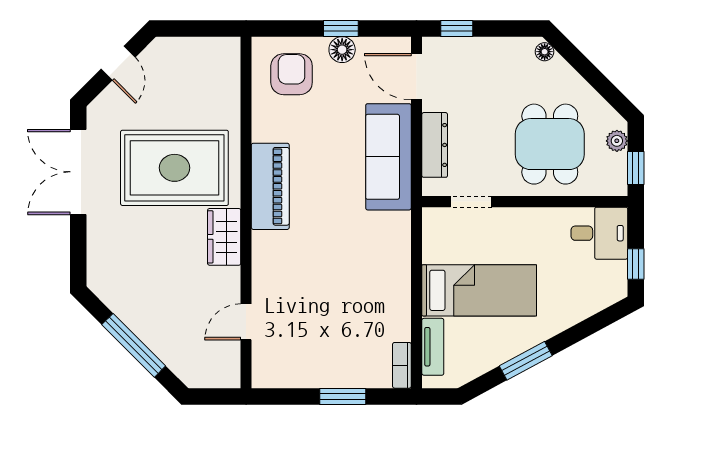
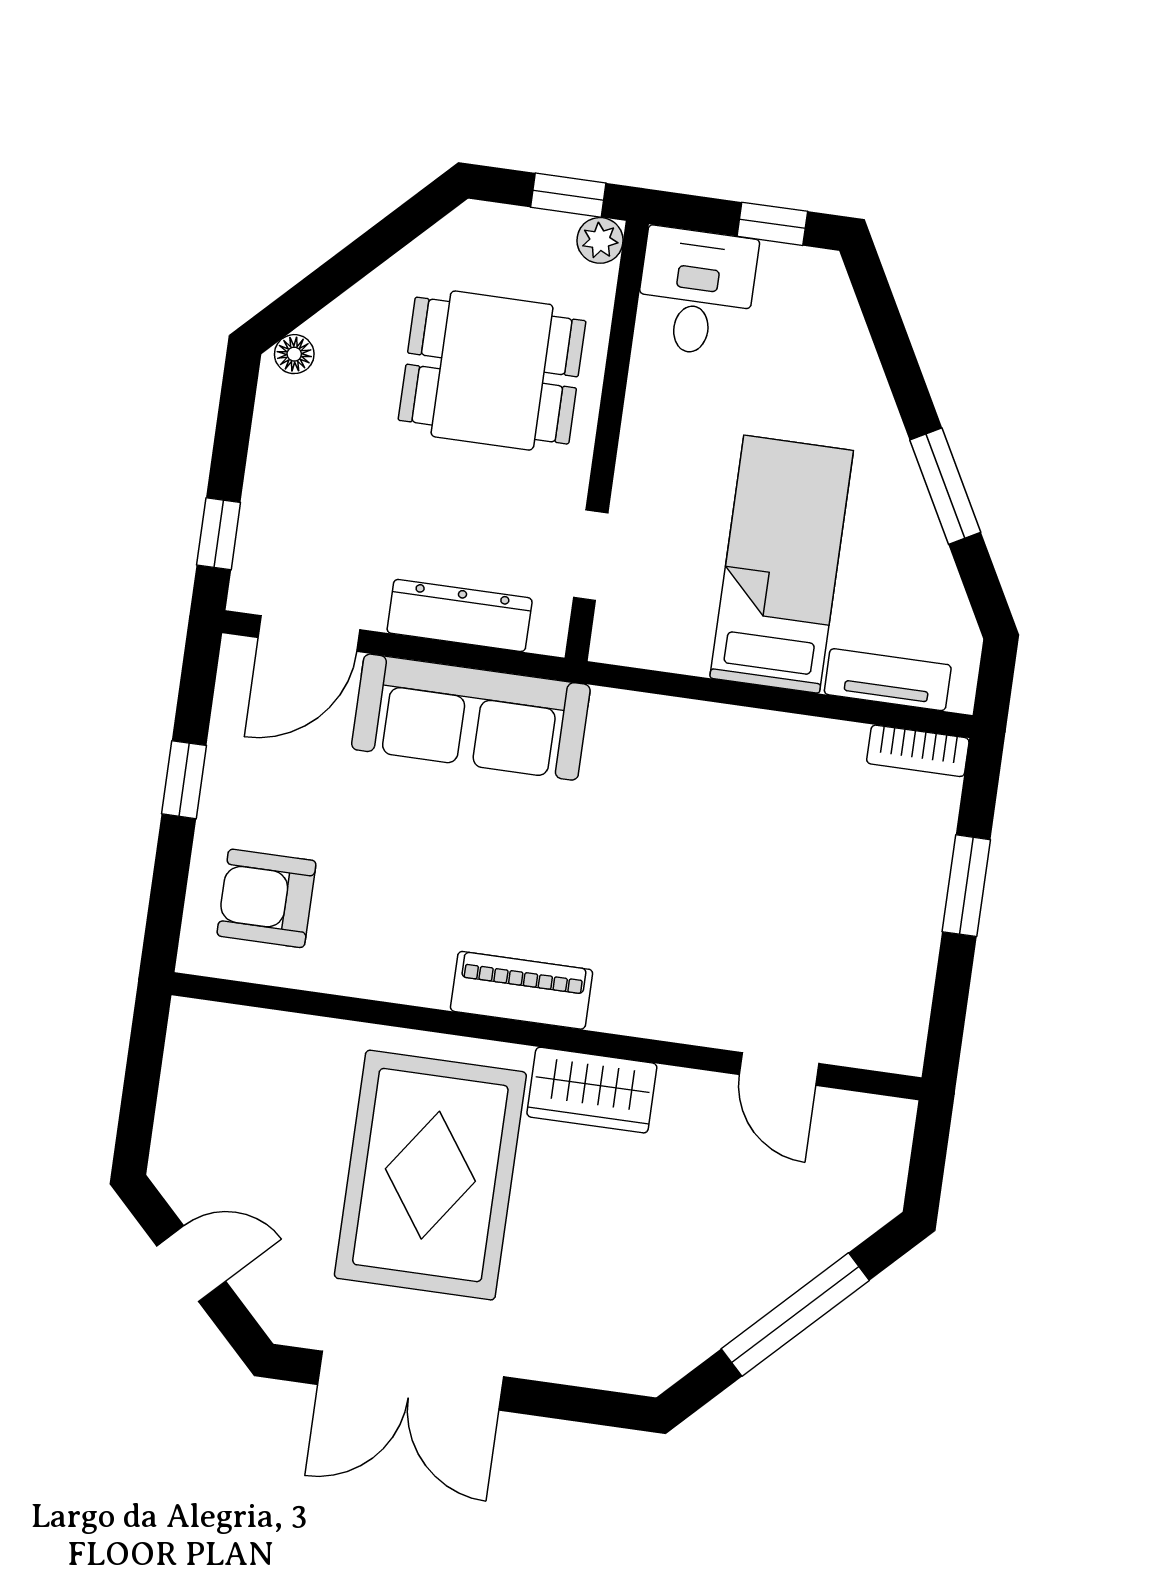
floor lamp: (342, 50) -> (229, 784), removed
plant: (617, 141) -> (600, 240), moved
piano: (270, 186) -> (522, 990), width x0.73, depth x0.75

